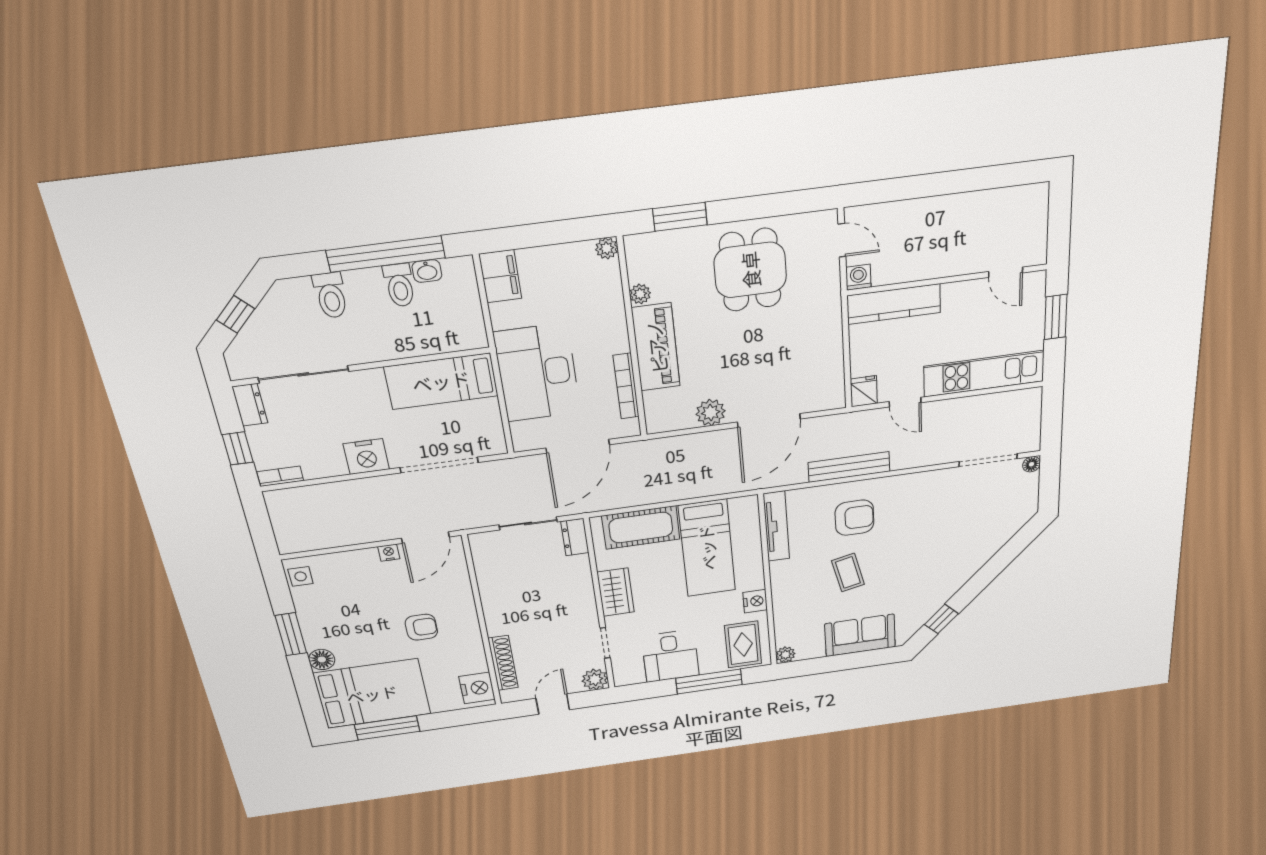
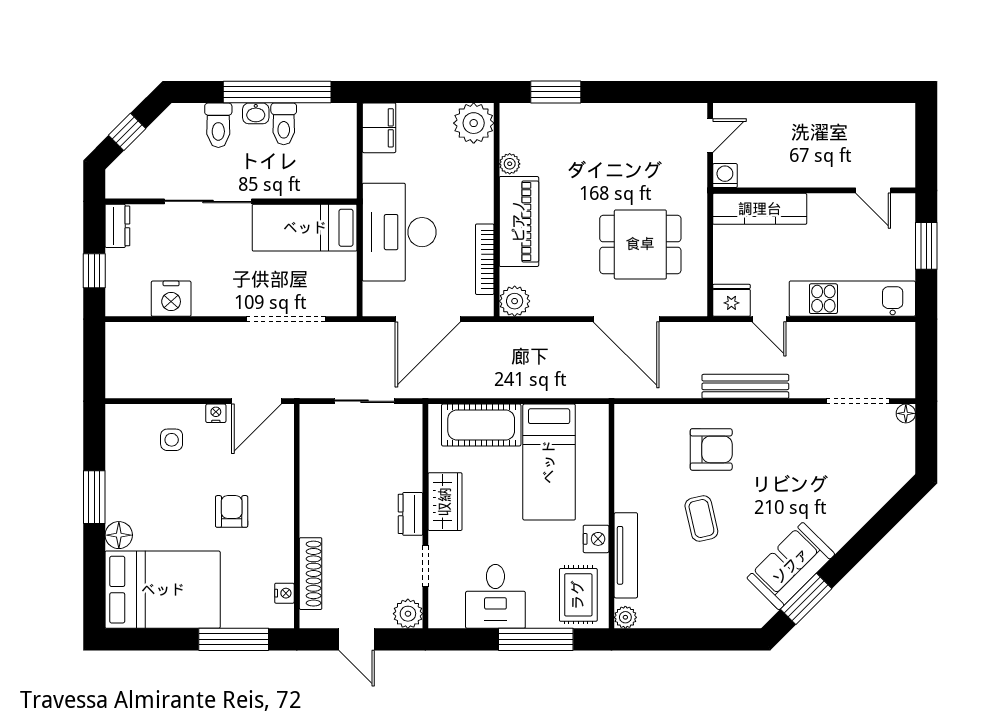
door: (842, 240) -> (710, 136), hinge flipped
plant: (607, 248) -> (474, 123), width x1.88, depth x1.88
dining table: (750, 270) -> (640, 244), moved, turned 90
washbasin: (427, 271) -> (256, 113), moved
sliding door: (303, 374) -> (208, 201), moved
fridge: (864, 391) -> (731, 300), width x1.38
plant: (711, 413) -> (515, 301), moved
door: (769, 421) -> (626, 319), hinge flipped
nightstand: (366, 457) -> (171, 299), moved
bench: (849, 467) -> (745, 386), moved
bookcase: (280, 476) -> (128, 308), removed
tv unit: (776, 526) -> (626, 555), moved
dresser: (575, 537) -> (411, 514), moved
side table: (301, 576) -> (172, 440), moved
window: (941, 619) -> (806, 599), width x1.50
armchair: (421, 627) -> (232, 511), turned -90
sofa: (860, 635) -> (791, 566), moved, turned -45
nightstand: (477, 688) -> (284, 593), width x0.53, depth x0.56
door: (553, 704) -> (357, 639), swing flipped
window: (387, 728) -> (234, 639), moved

